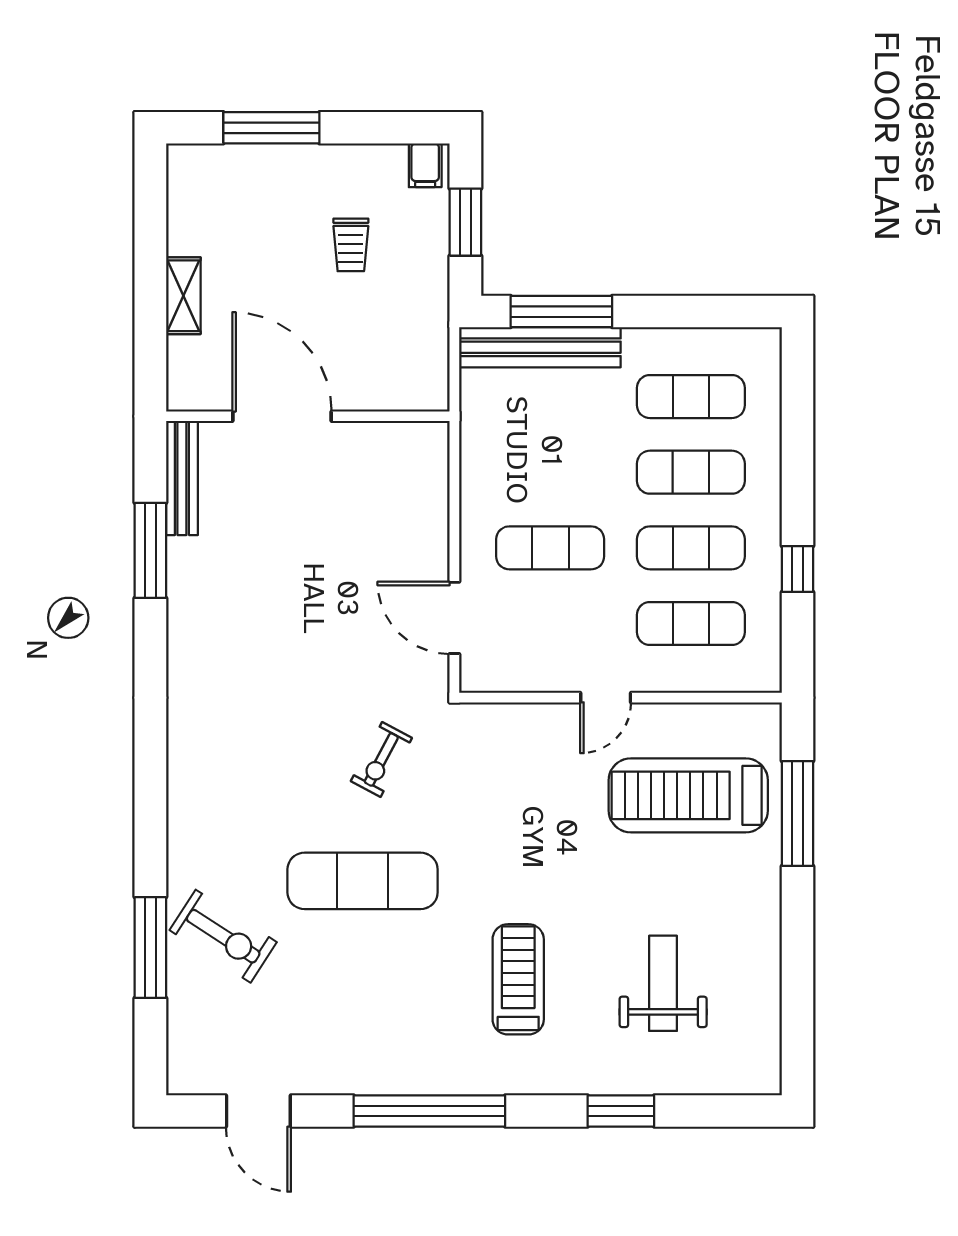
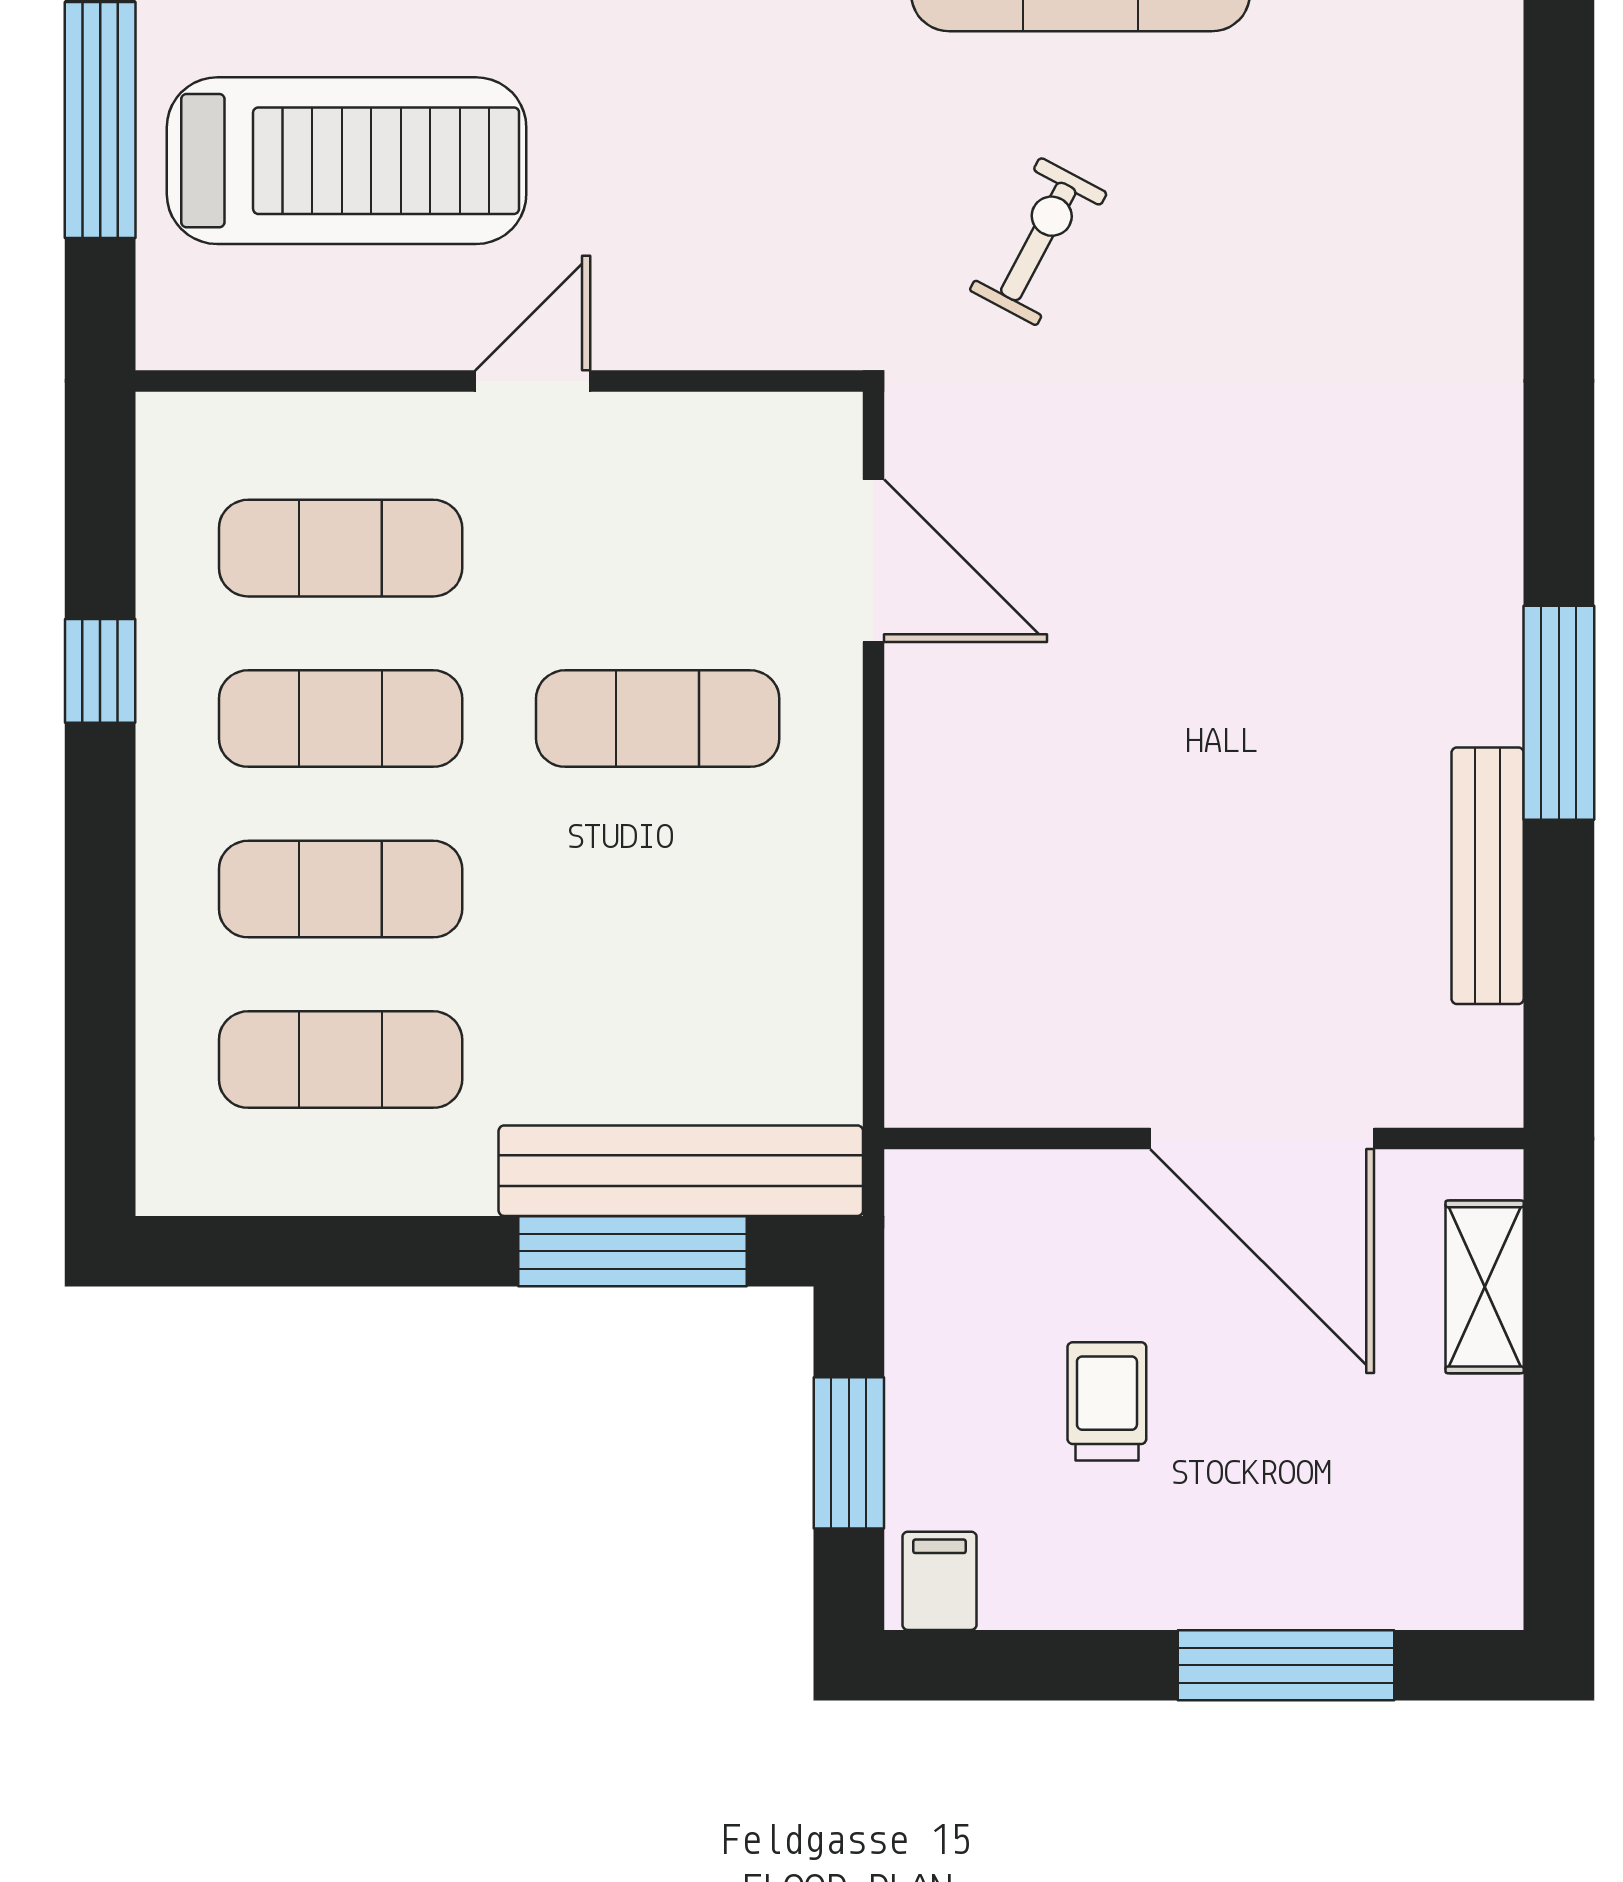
door: (282, 416) -> (1262, 1139), moved
wall: (308, 416) -> (1204, 1139), moved

